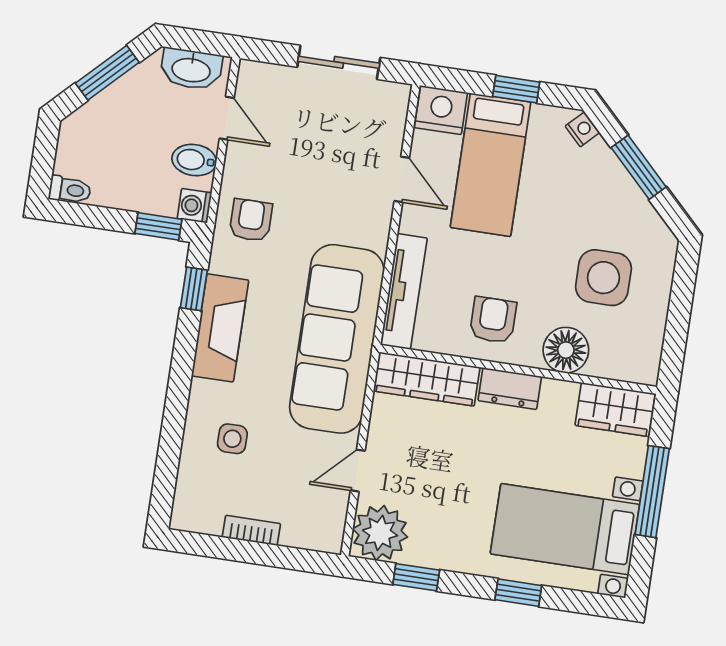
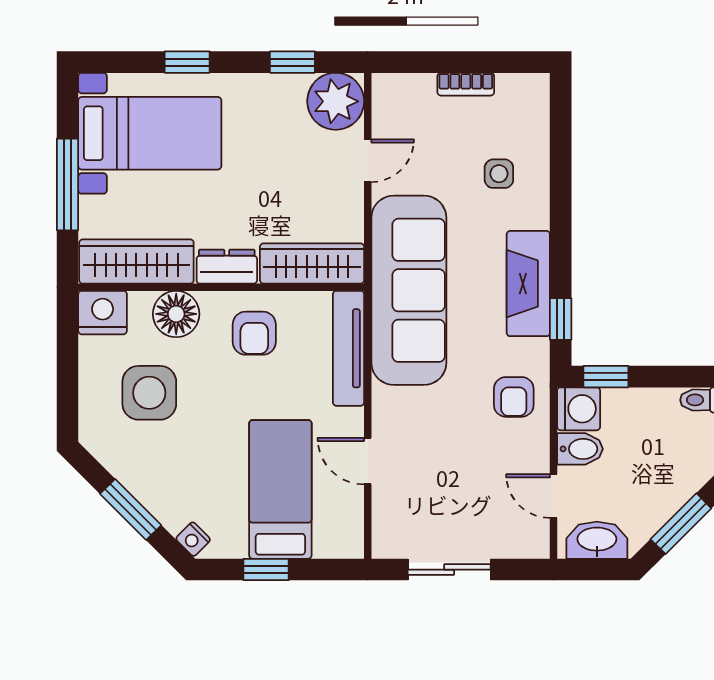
nightstand: (441, 110) -> (103, 313), moved, turned 180
washing machine: (194, 206) -> (579, 409), width x1.38, depth x1.38
wardrobe: (615, 410) -> (136, 261), width x1.50

